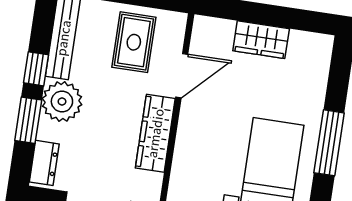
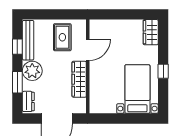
wardrobe: (261, 40) -> (151, 32), moved, turned 90
window: (36, 69) -> (17, 47), moved
window: (329, 143) -> (163, 71), width x0.46

